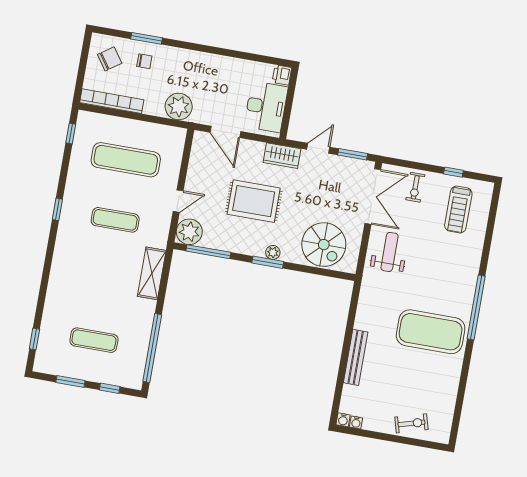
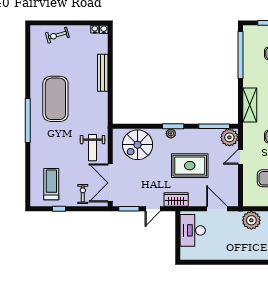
printer: (282, 75) -> (186, 254), removed
spiral stairs: (324, 245) -> (138, 145), turned -90
exercise mat: (431, 332) -> (55, 99), turned 90

